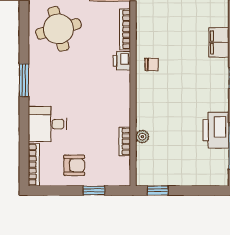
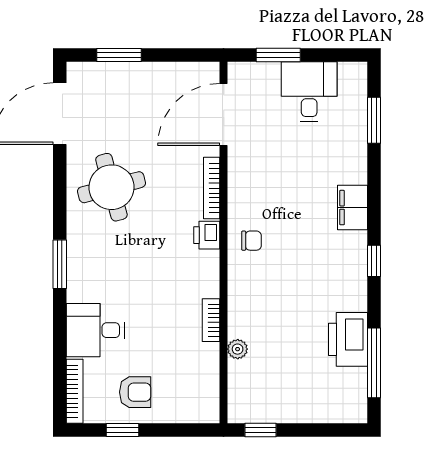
bookcase: (125, 141) -> (211, 320), moved
window: (94, 190) -> (123, 430), moved

